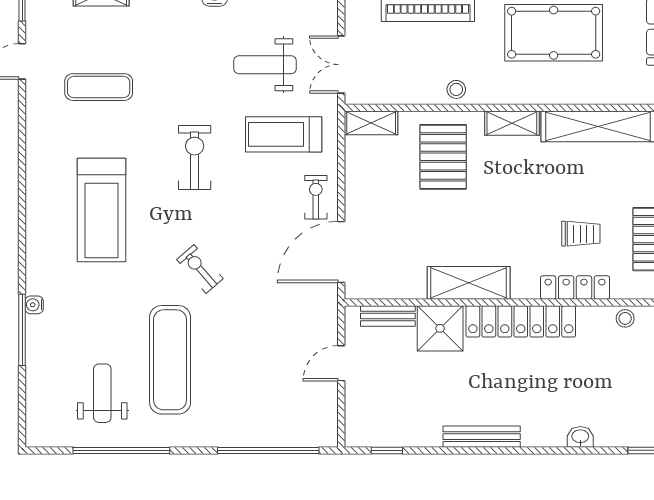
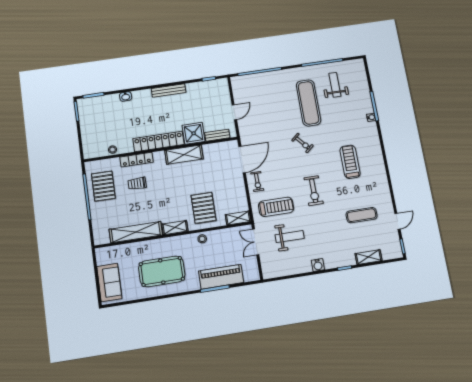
double door: (341, 65) -> (256, 242), swing flipped
treadmill: (101, 210) -> (350, 162), width x0.73, depth x0.73
weight bench: (102, 393) -> (335, 85), turned 180

